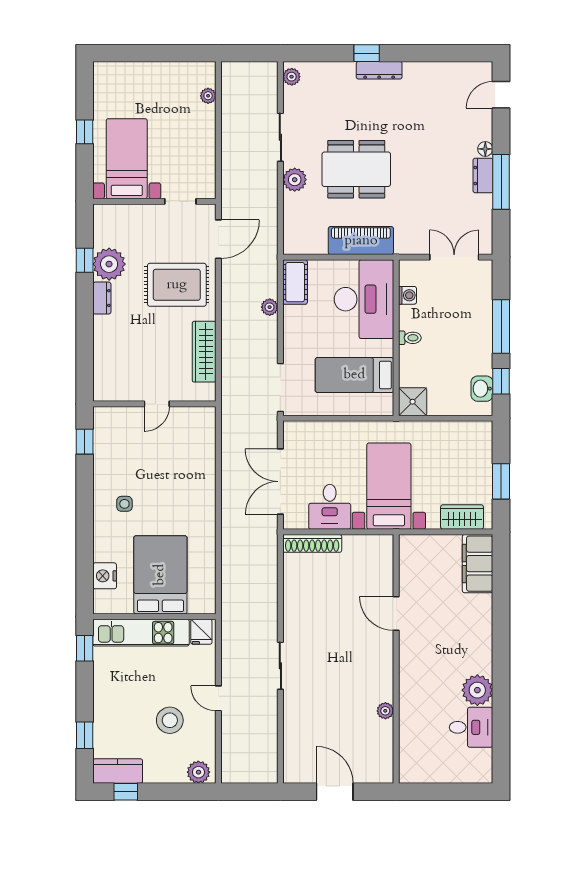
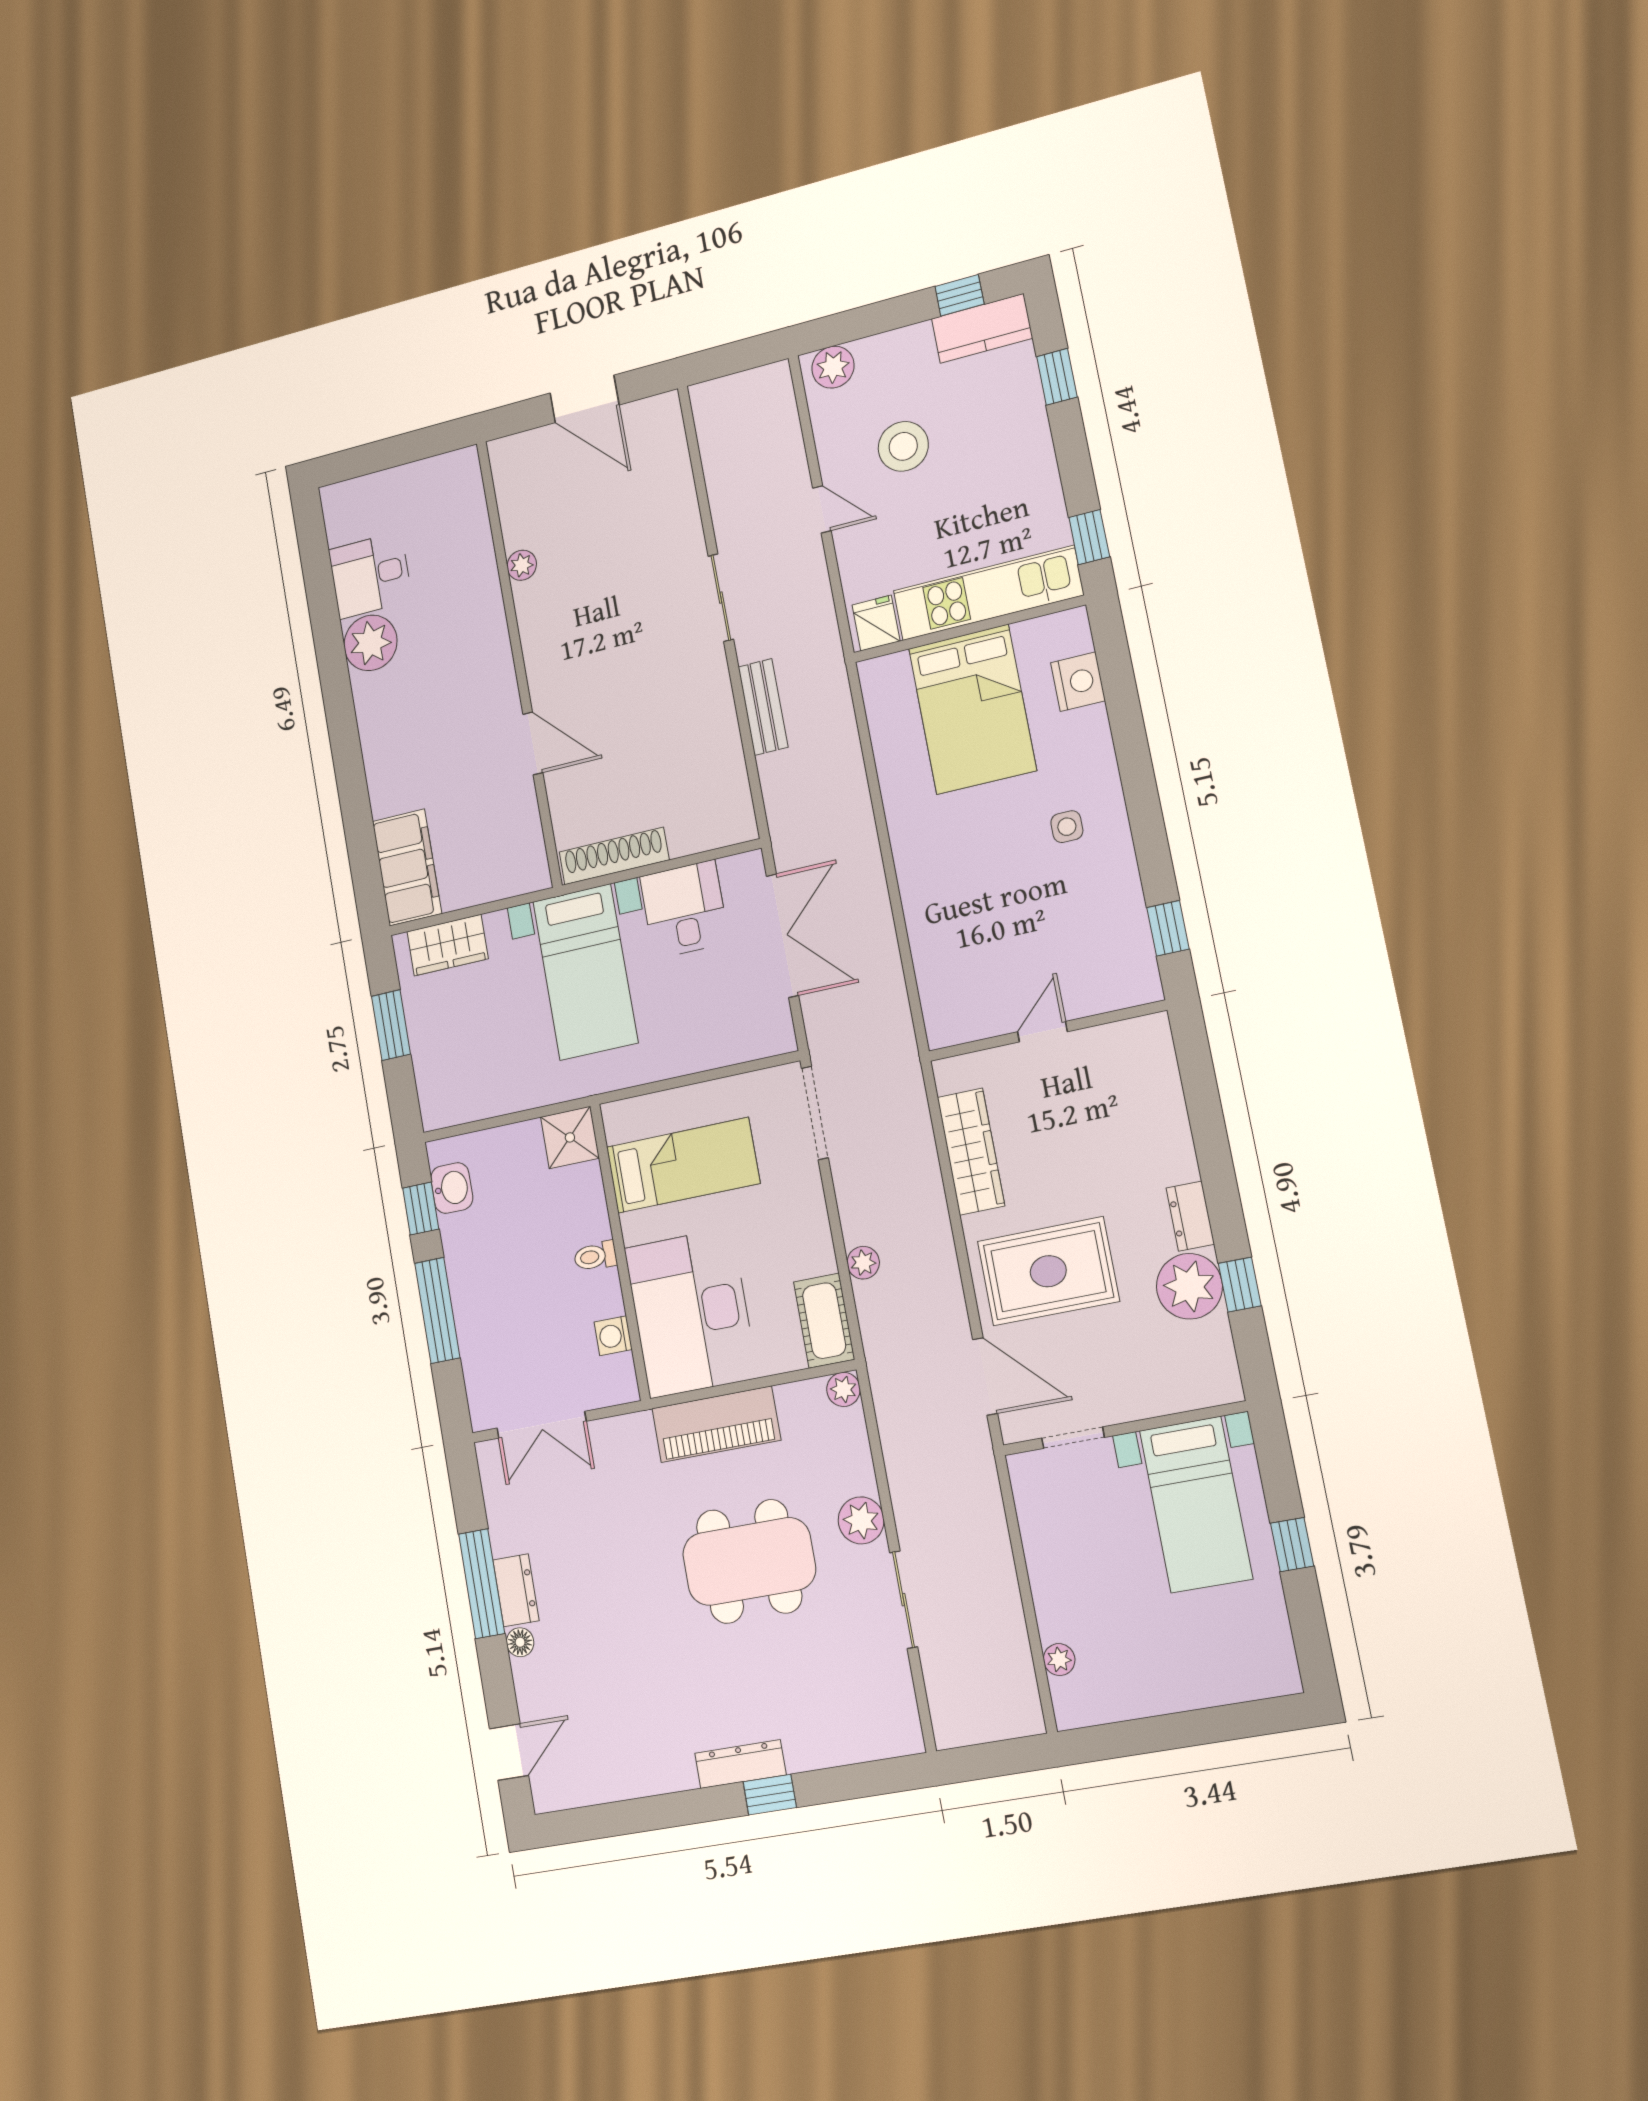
plant: (292, 77) -> (843, 1389), moved
door: (218, 239) -> (985, 1377), swing flipped
shoe rack: (312, 543) -> (614, 856), moved
bench: (269, 603) -> (763, 707), added

